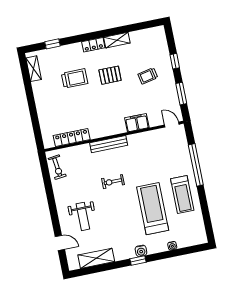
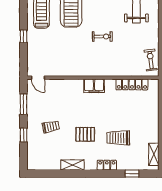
locker: (93, 45) -> (107, 165), moved
filing cabinet: (137, 123) -> (94, 86), moved
bench: (109, 144) -> (99, 72), removed
window: (196, 165) -> (24, 36), width x0.32

